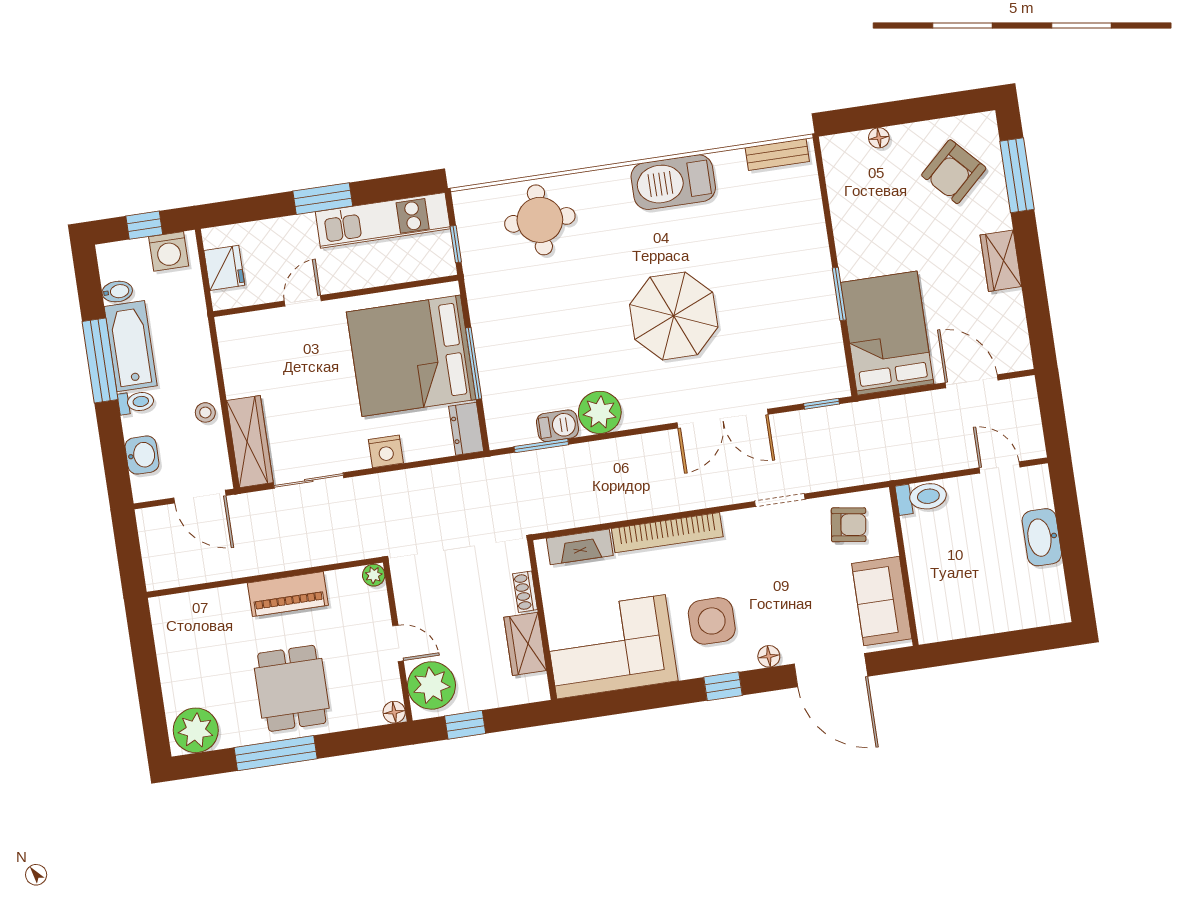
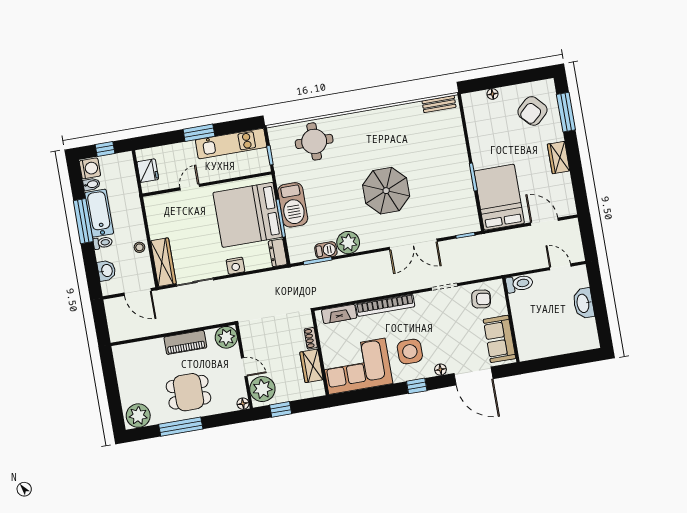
barbecue: (673, 182) -> (293, 205), moved, turned -90
washing machine: (169, 251) -> (90, 168), moved, turned -90
plant: (374, 575) -> (226, 337), width x1.87, depth x1.87
dining table: (292, 688) -> (189, 392), turned 90

